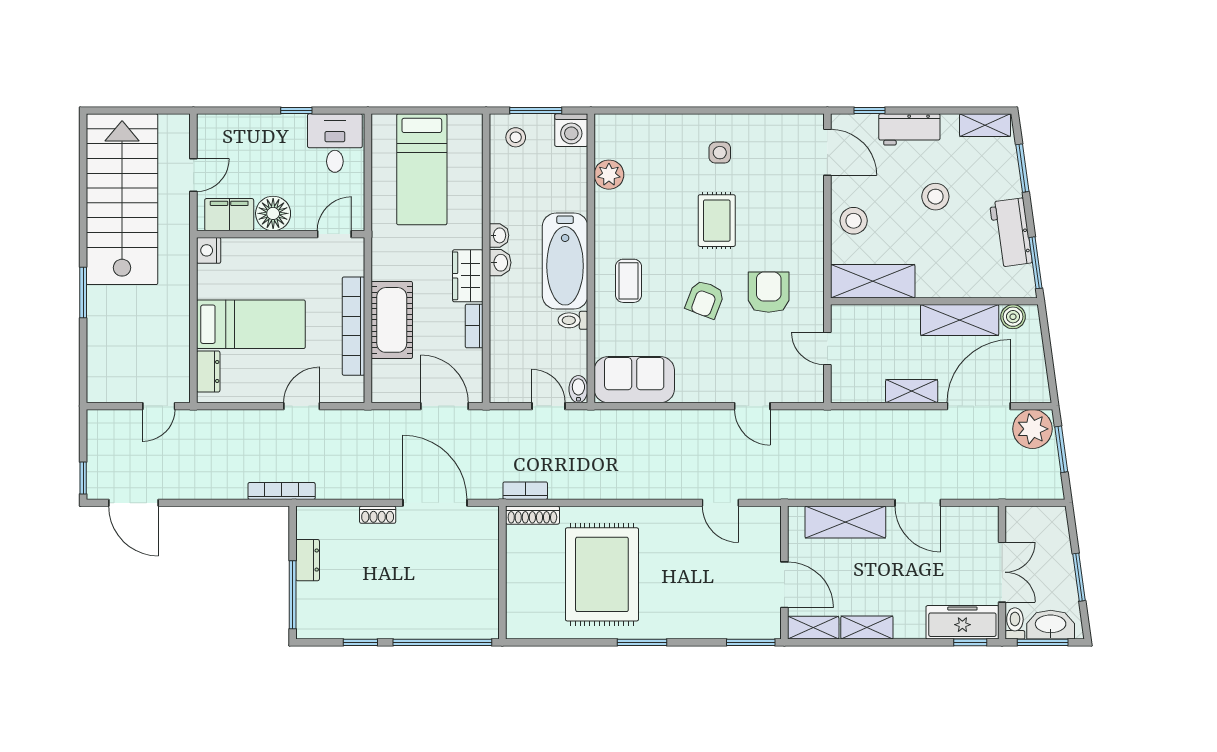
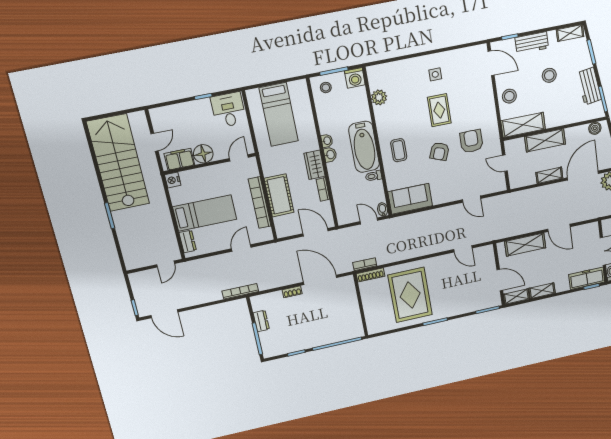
shelving: (960, 320) -> (545, 140), moved

